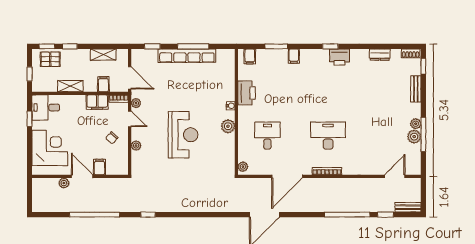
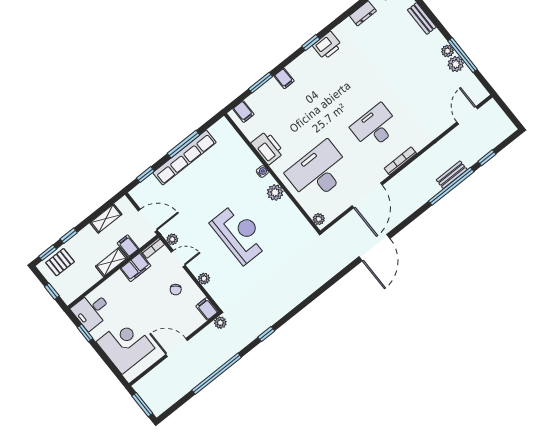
shelving: (70, 86) -> (111, 262), moved
desk: (267, 136) -> (319, 172), width x1.87, depth x1.30
filing cabinet: (99, 167) -> (207, 309), moved
plant: (64, 183) -> (220, 323), moved
window: (30, 196) -> (142, 405), added
bench: (408, 207) -> (452, 175), moved

